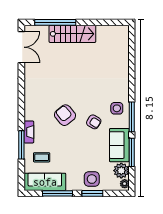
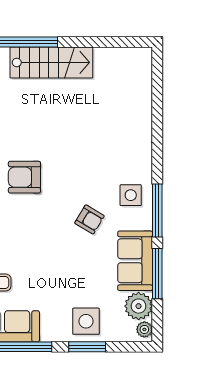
armchair: (65, 115) -> (24, 177), moved, turned -51

